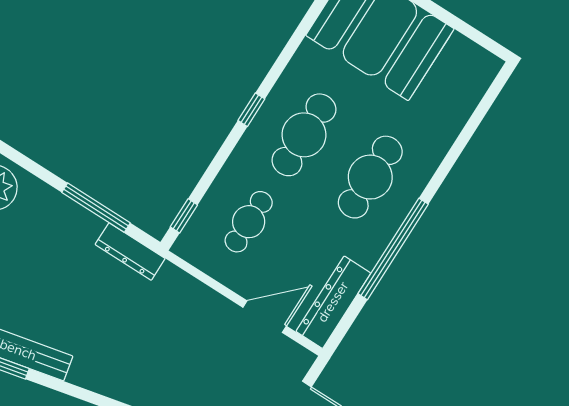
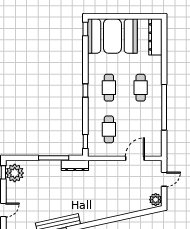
cafe table: (304, 135) -> (109, 88), width x0.73, depth x0.74
cafe table: (370, 177) -> (141, 88), width x0.73, depth x0.74
dresser: (333, 302) -> (155, 37), moved

